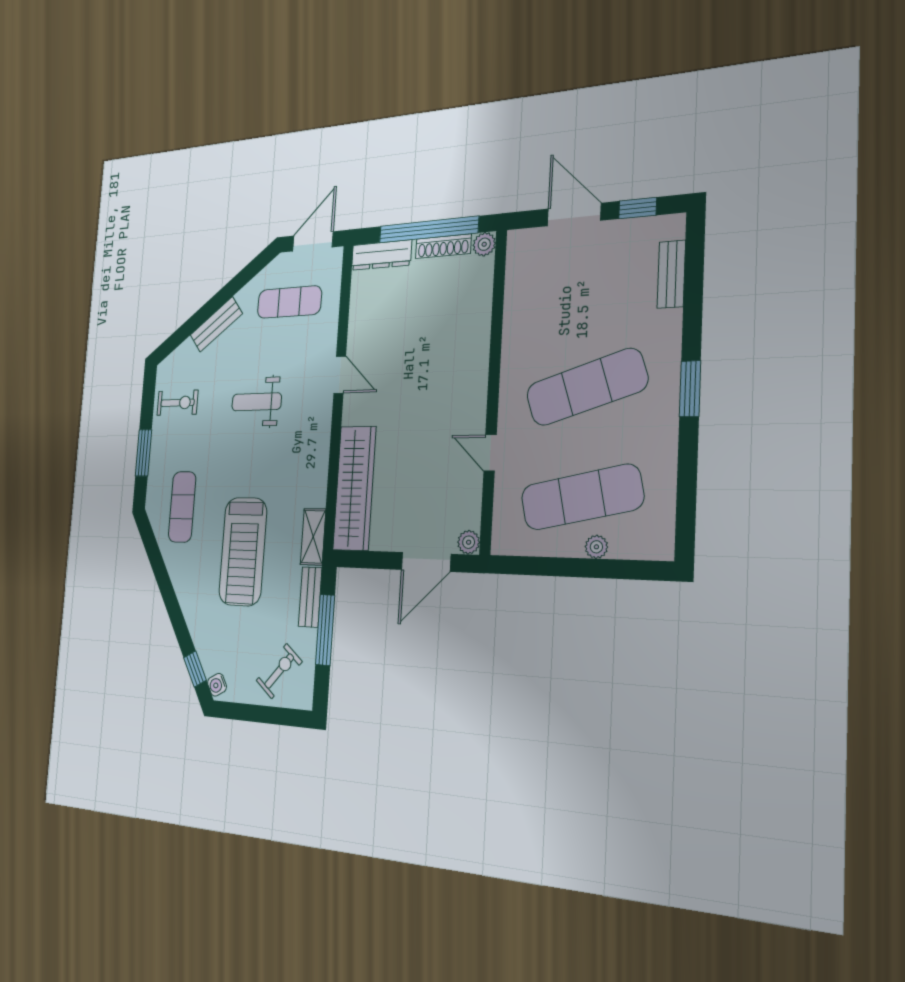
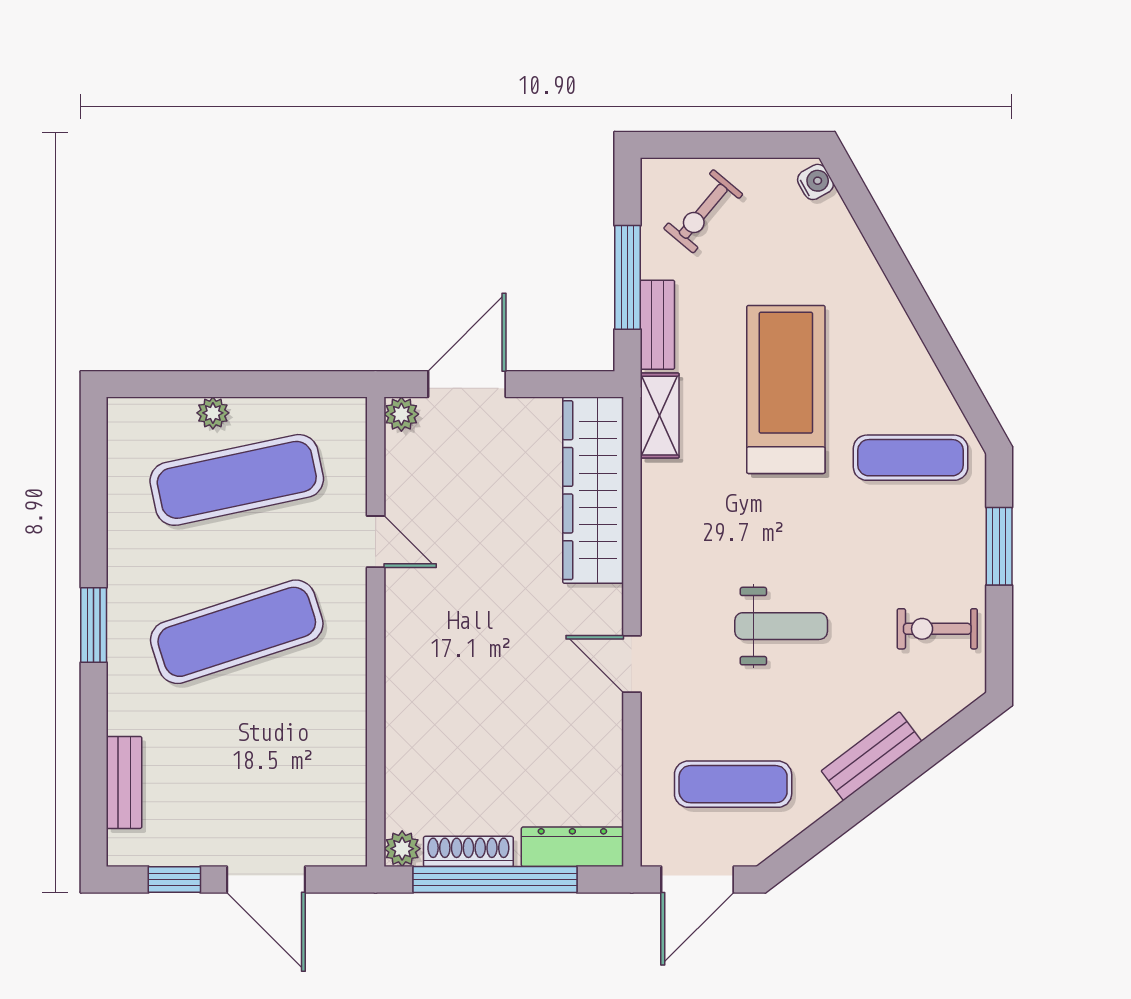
exercise mat: (182, 507) -> (911, 458), turned 90
window: (195, 669) -> (860, 203), removed

